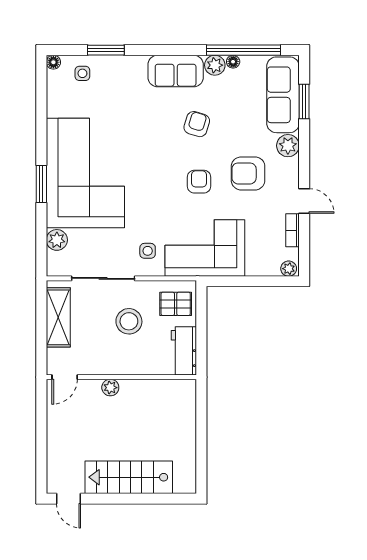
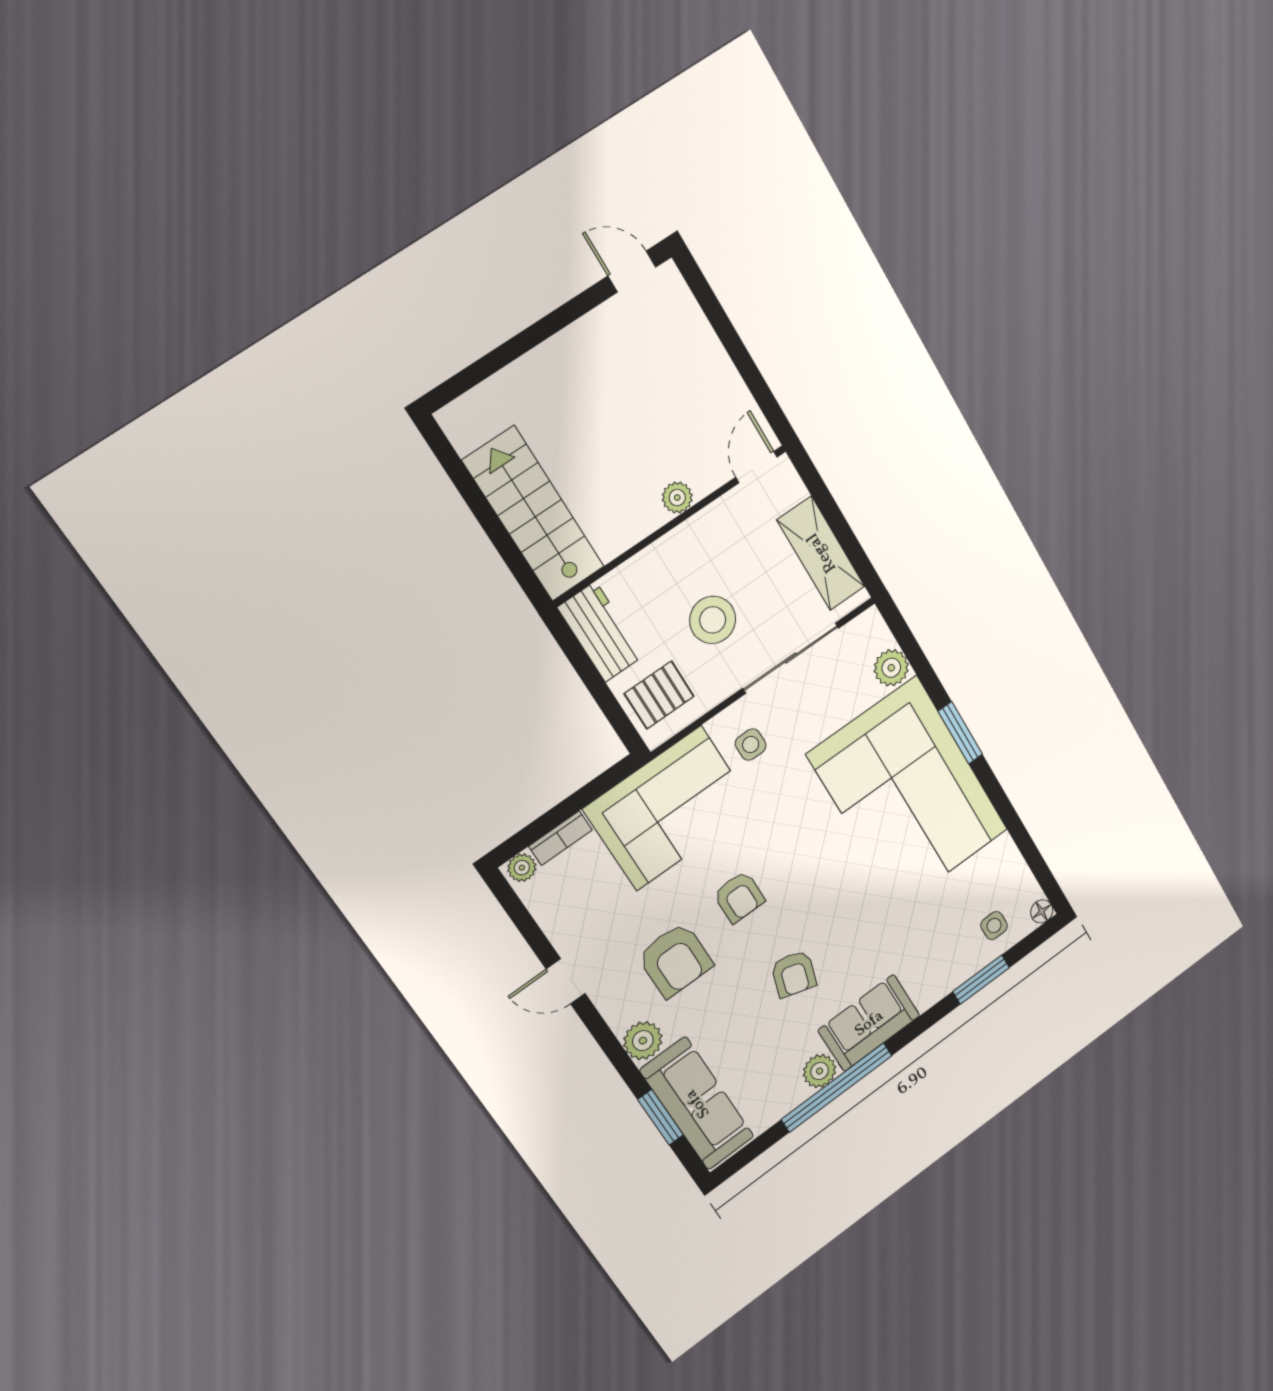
window: (244, 50) -> (837, 1087), moved
floor lamp: (233, 62) -> (797, 1095), removed
armchair: (248, 173) -> (675, 960), turned 90
bookcase: (292, 230) -> (560, 838), moved, turned 90
stairs: (129, 477) -> (534, 514), moved, turned -90

